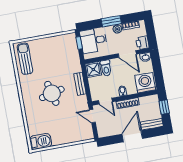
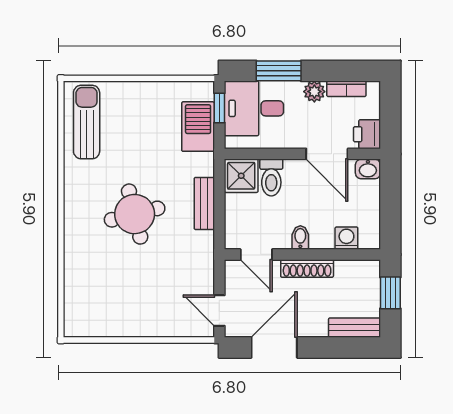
window: (111, 21) -> (279, 71), moved
washing machine: (145, 83) -> (346, 238), width x0.53, depth x0.53
door: (92, 116) -> (219, 310), moved
door: (132, 136) -> (274, 348), moved
barbecue: (41, 141) -> (198, 127), moved, turned -90

